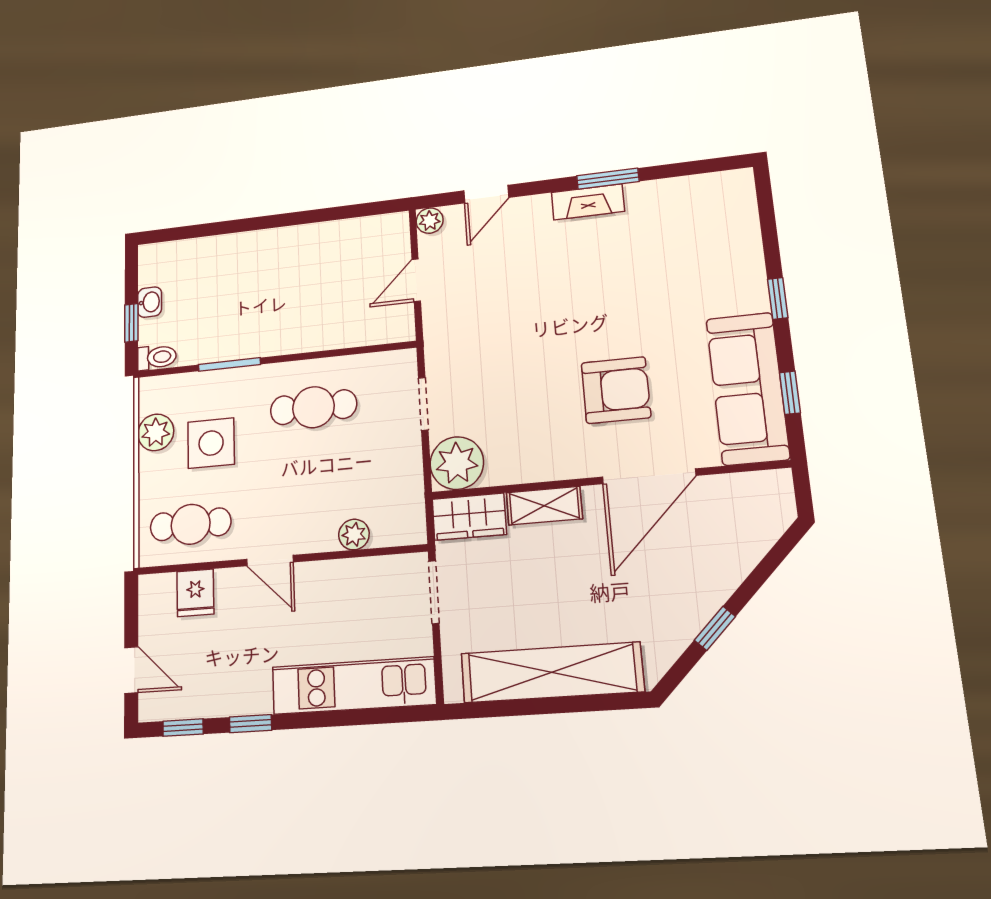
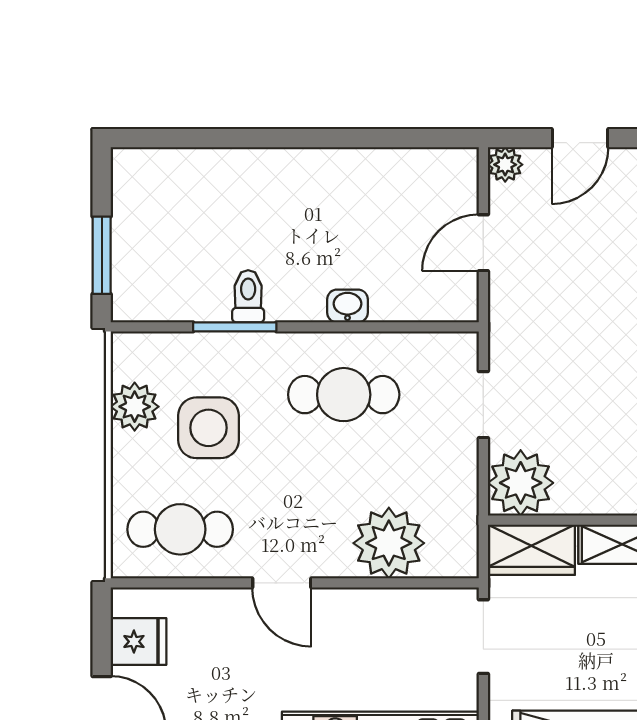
washbasin: (150, 302) -> (347, 306), moved, turned -90
window: (131, 323) -> (102, 255), width x1.50
toilet: (157, 357) -> (248, 296), moved, turned -90
plant: (354, 535) -> (389, 543), width x1.87, depth x1.87
fridge: (195, 593) -> (138, 642), moved, turned -90

